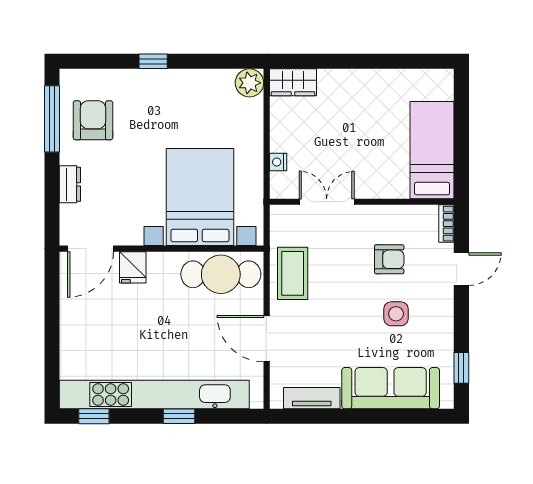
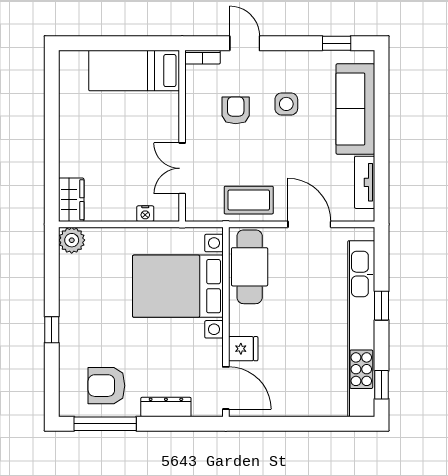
dresser: (70, 184) -> (166, 407), width x1.44
door: (267, 339) -> (309, 224), swing flipped

